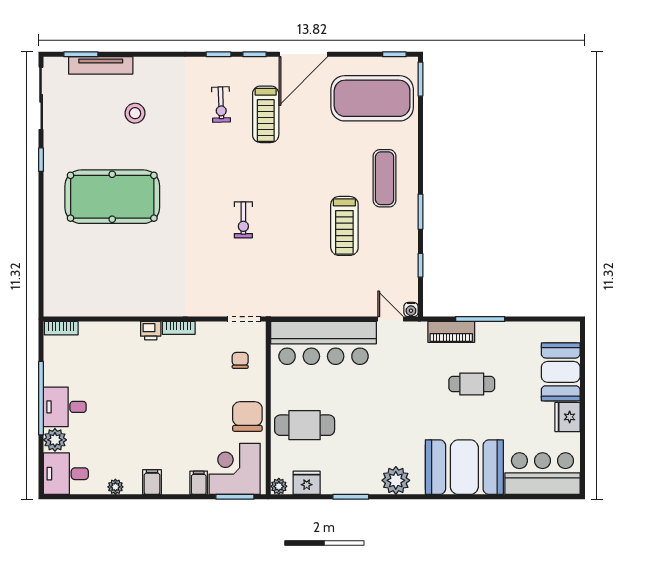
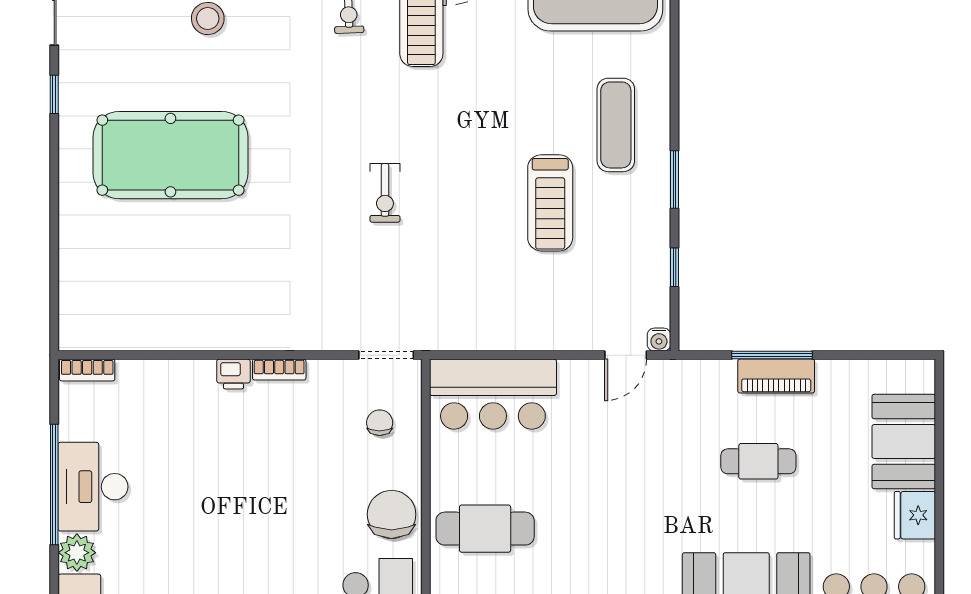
door: (391, 319) -> (626, 355), swing flipped
piano: (451, 332) -> (776, 376), moved
bar counter: (324, 343) -> (493, 394), width x0.73
desk: (65, 407) -> (93, 487), width x1.37

